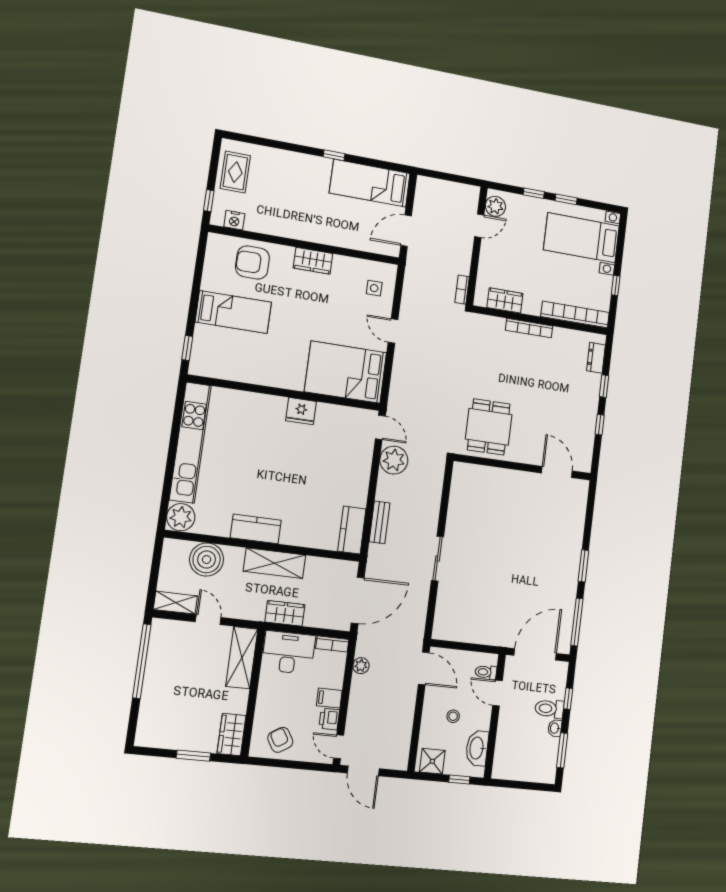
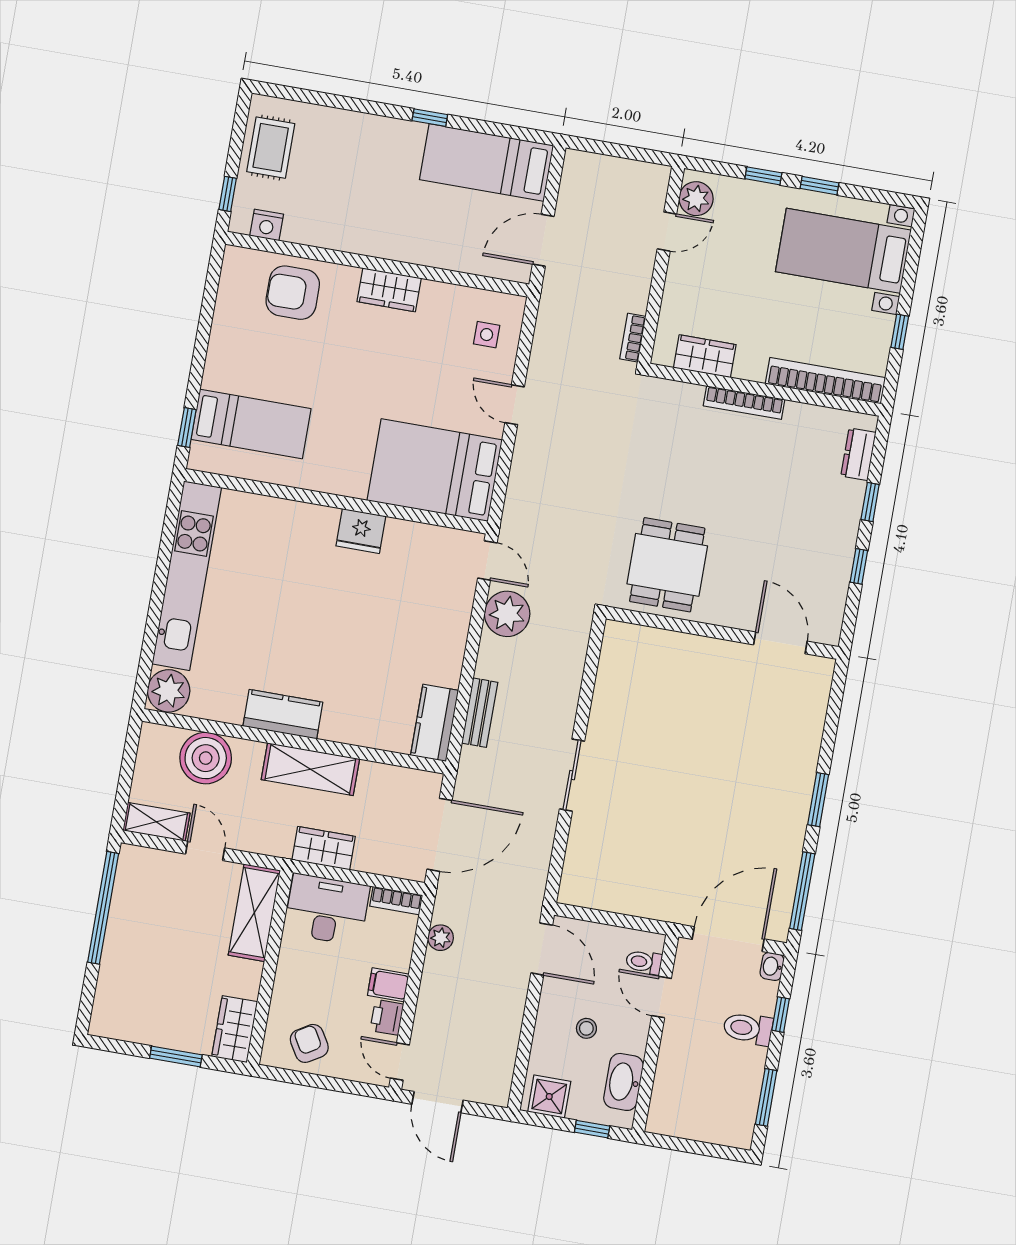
bed: (233, 312) -> (251, 424), moved
washbasin: (555, 728) -> (772, 966), moved

